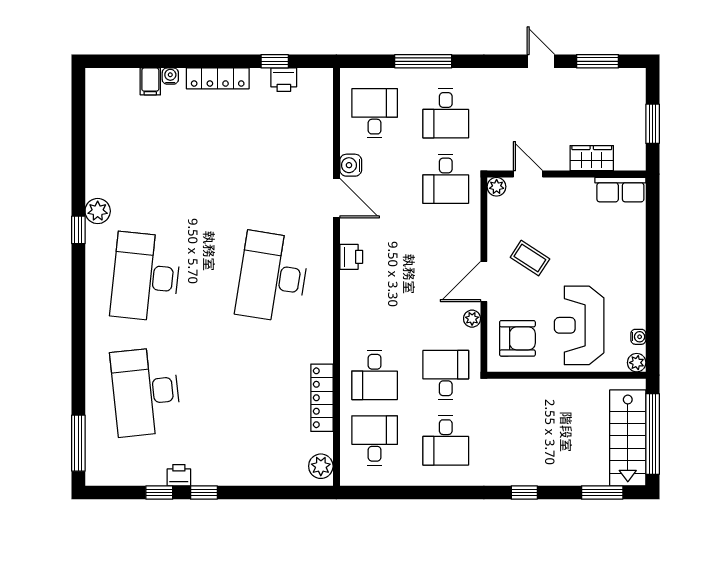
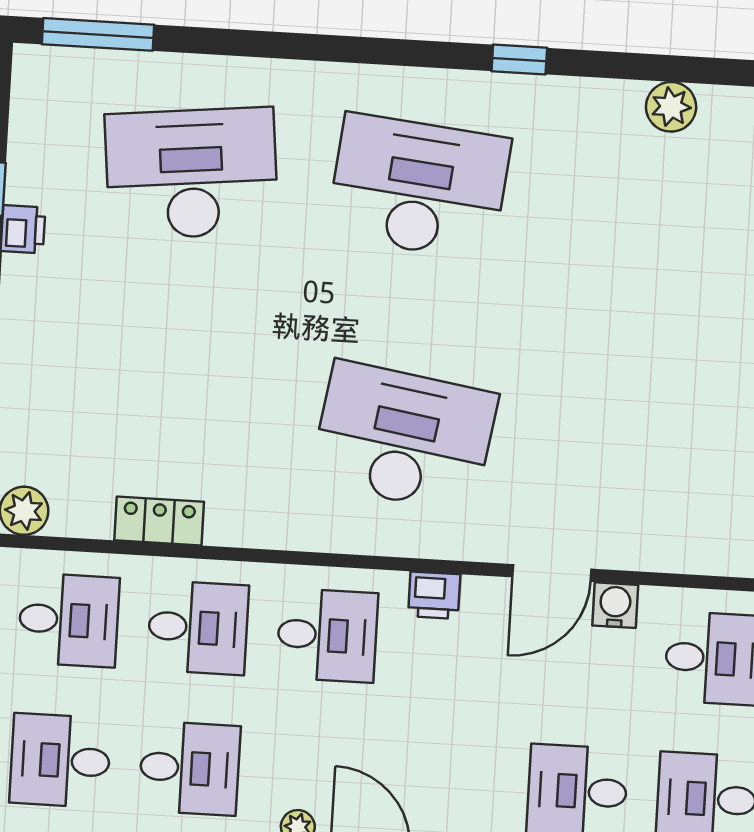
plant: (98, 211) -> (671, 107), moved
desk: (375, 310) -> (327, 635), added
desk: (375, 375) -> (198, 628), turned 180
locker: (322, 398) -> (159, 521), width x0.66

